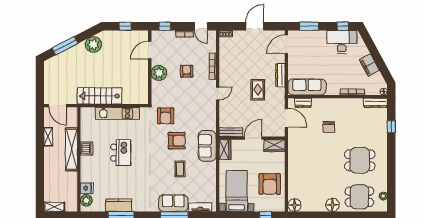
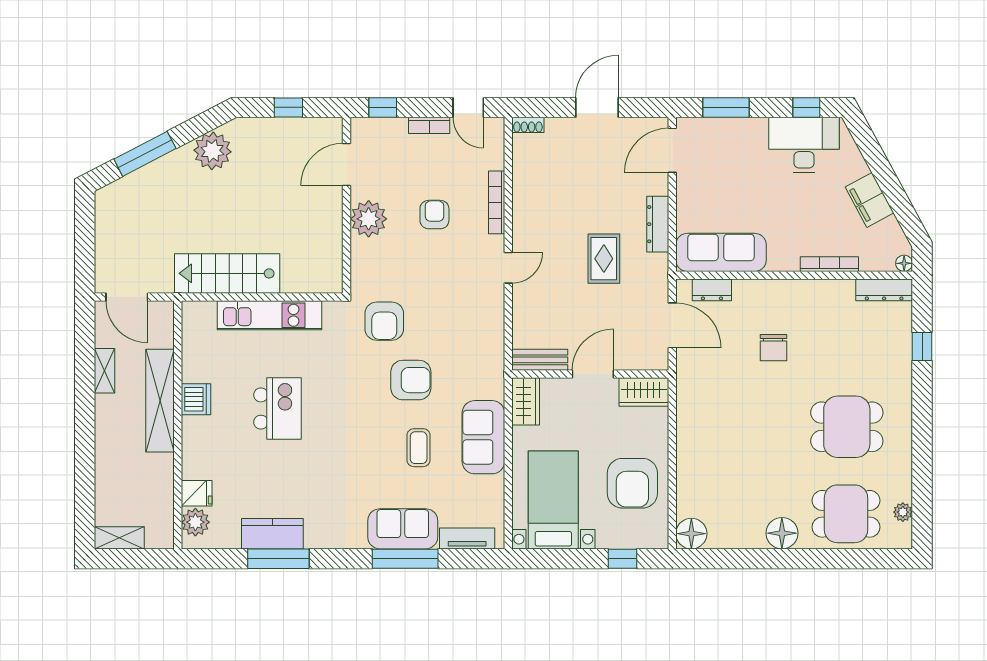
sofa: (207, 146) -> (483, 437), moved

